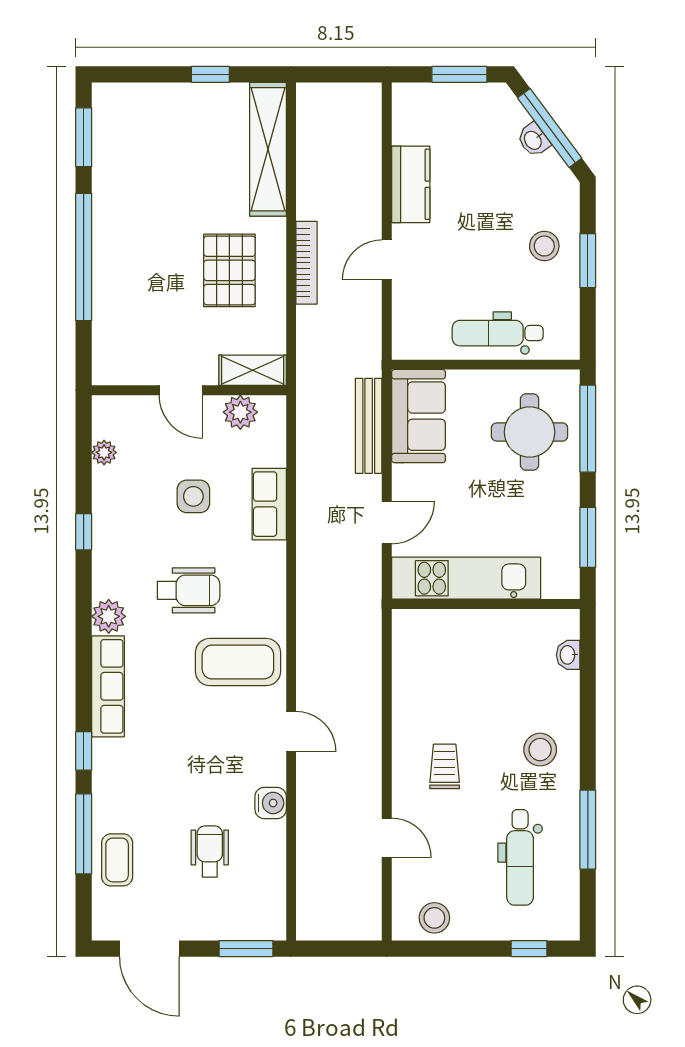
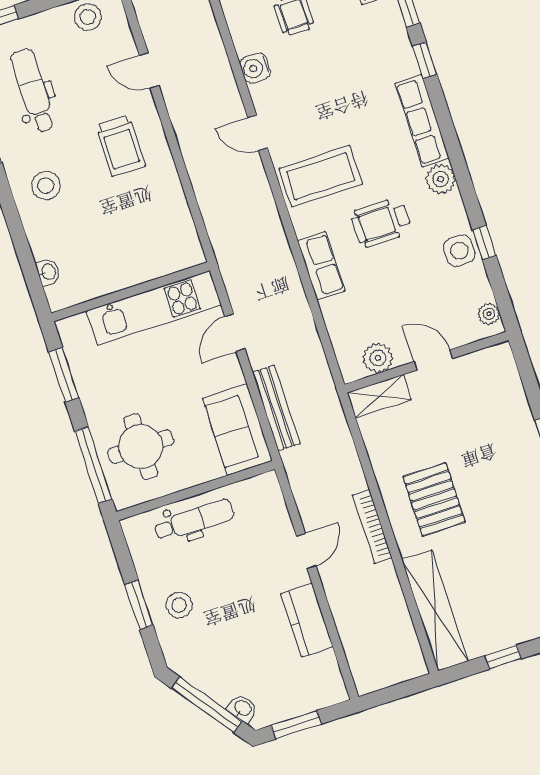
washbasin: (533, 140) -> (242, 708), moved
shelving: (253, 370) -> (379, 396), moved
door: (181, 390) -> (433, 360), moved
wall: (189, 390) -> (427, 362), moved
plant: (240, 412) -> (378, 358), moved
side table: (193, 496) -> (459, 251), moved
row of seats: (269, 504) -> (321, 266), moved
trolley: (445, 766) -> (121, 146), width x1.36, depth x1.39

